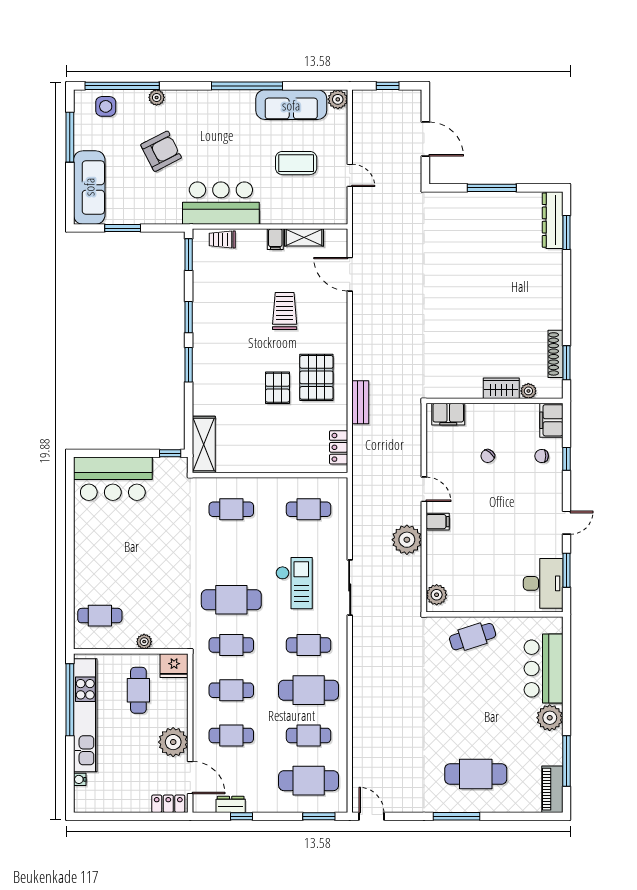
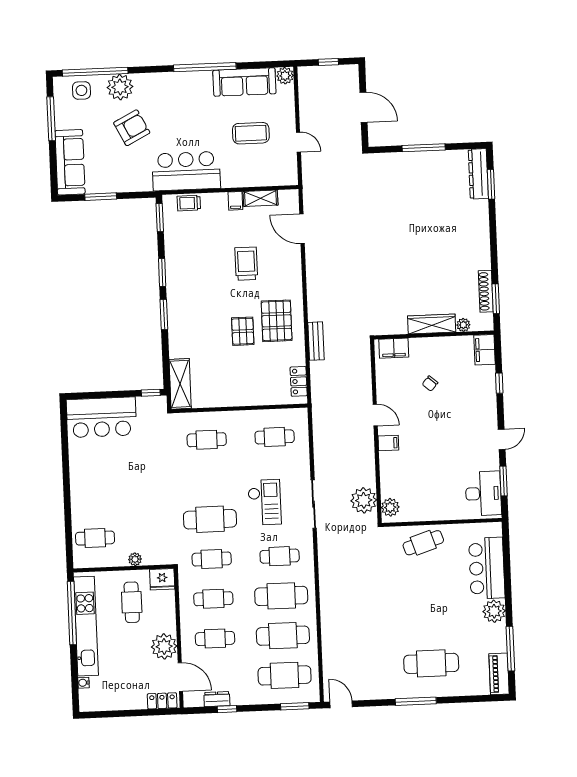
plant: (157, 97) -> (120, 87), width x1.88, depth x1.88
wardrobe: (501, 388) -> (432, 324), width x1.50
chair: (542, 456) -> (477, 382), removed
plant: (407, 540) -> (364, 500), moved
cafe table: (309, 735) -> (283, 636), width x1.37, depth x1.35

